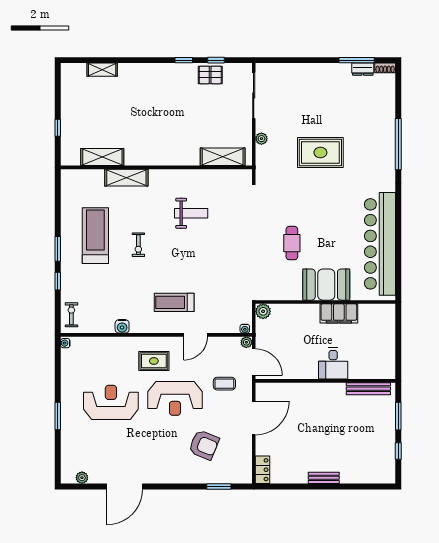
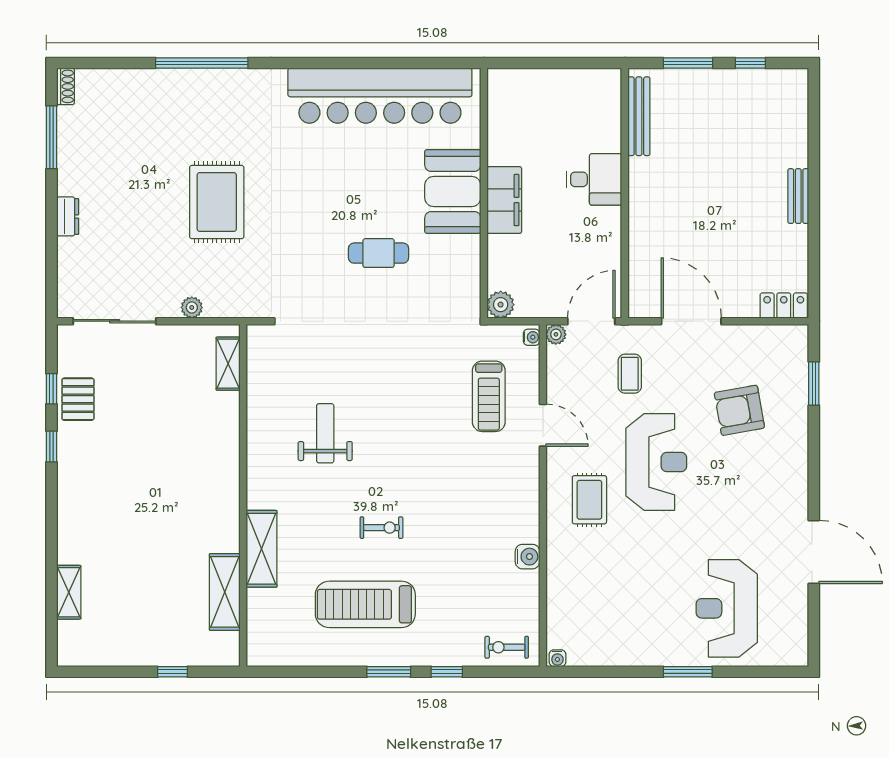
dresser: (363, 69) -> (68, 216), moved
shelving: (223, 157) -> (228, 364), width x0.67, depth x0.75
treadmill: (174, 302) -> (489, 396), moved
filing cabinet: (339, 313) -> (504, 200), moved
reception desk: (111, 402) -> (727, 608), moved
armchair: (204, 445) -> (739, 410), turned -122
plant: (82, 478) -> (798, 628), removed

